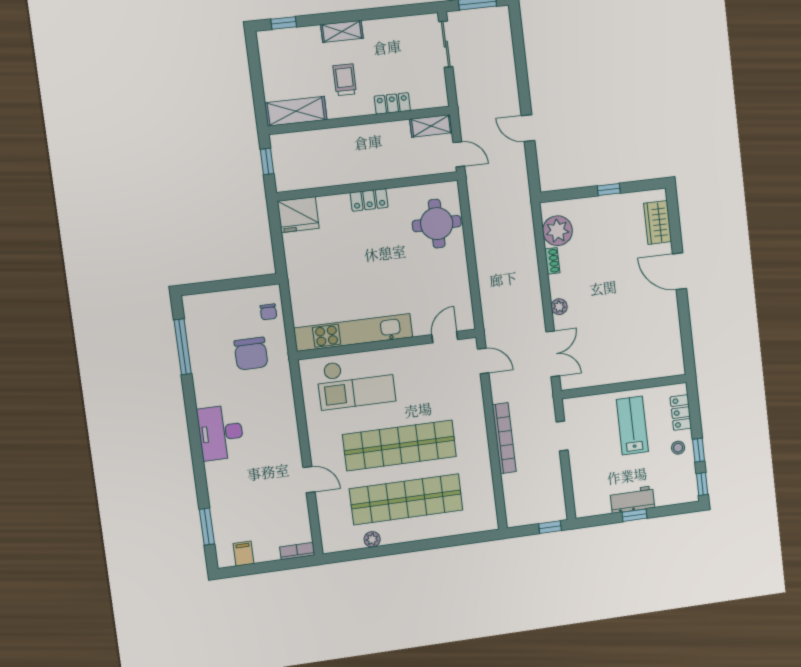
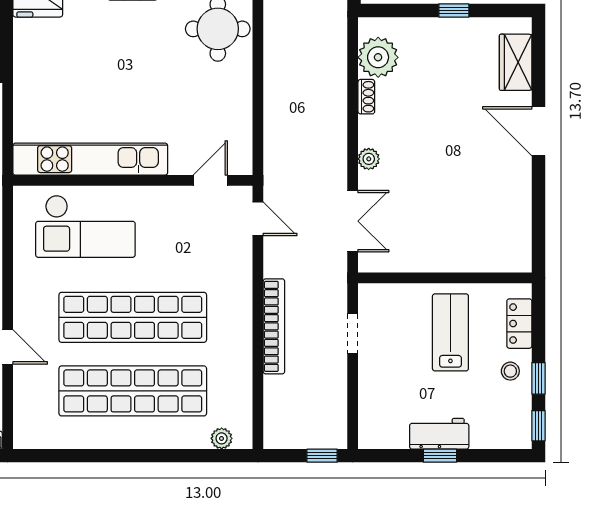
plant: (372, 539) -> (222, 438), moved

